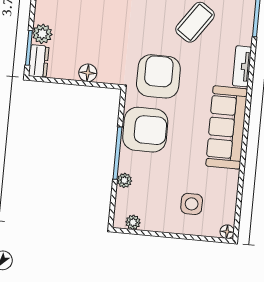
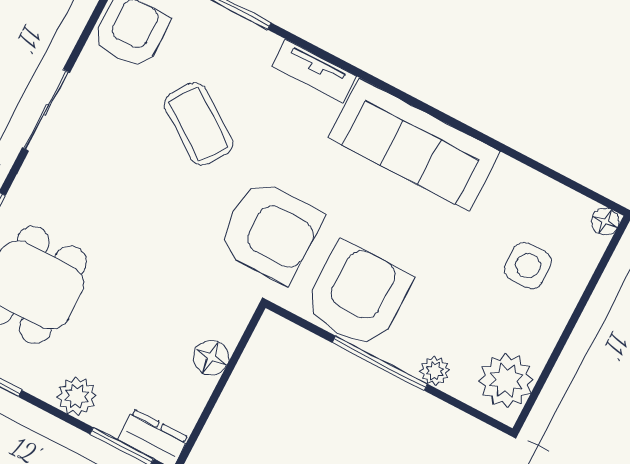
plant: (42, 34) -> (77, 396), moved
armchair: (158, 76) -> (270, 231), turned 180
plant: (133, 222) -> (506, 380), width x1.88, depth x1.88

